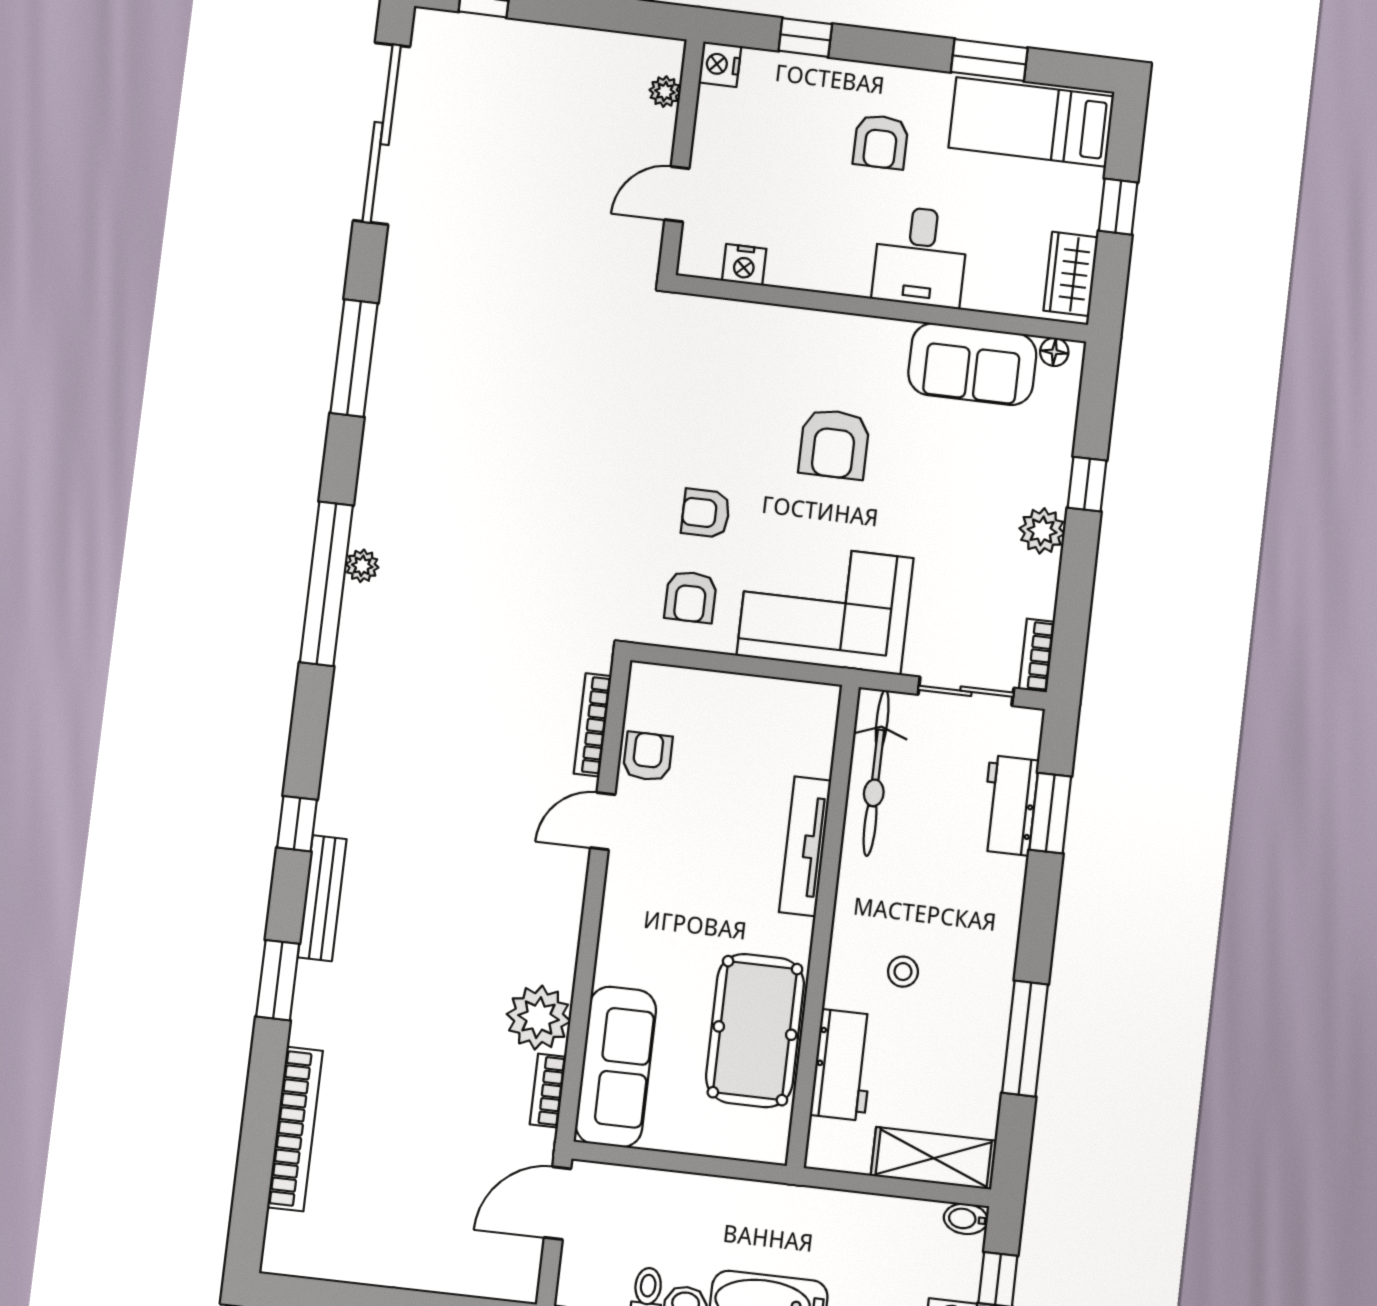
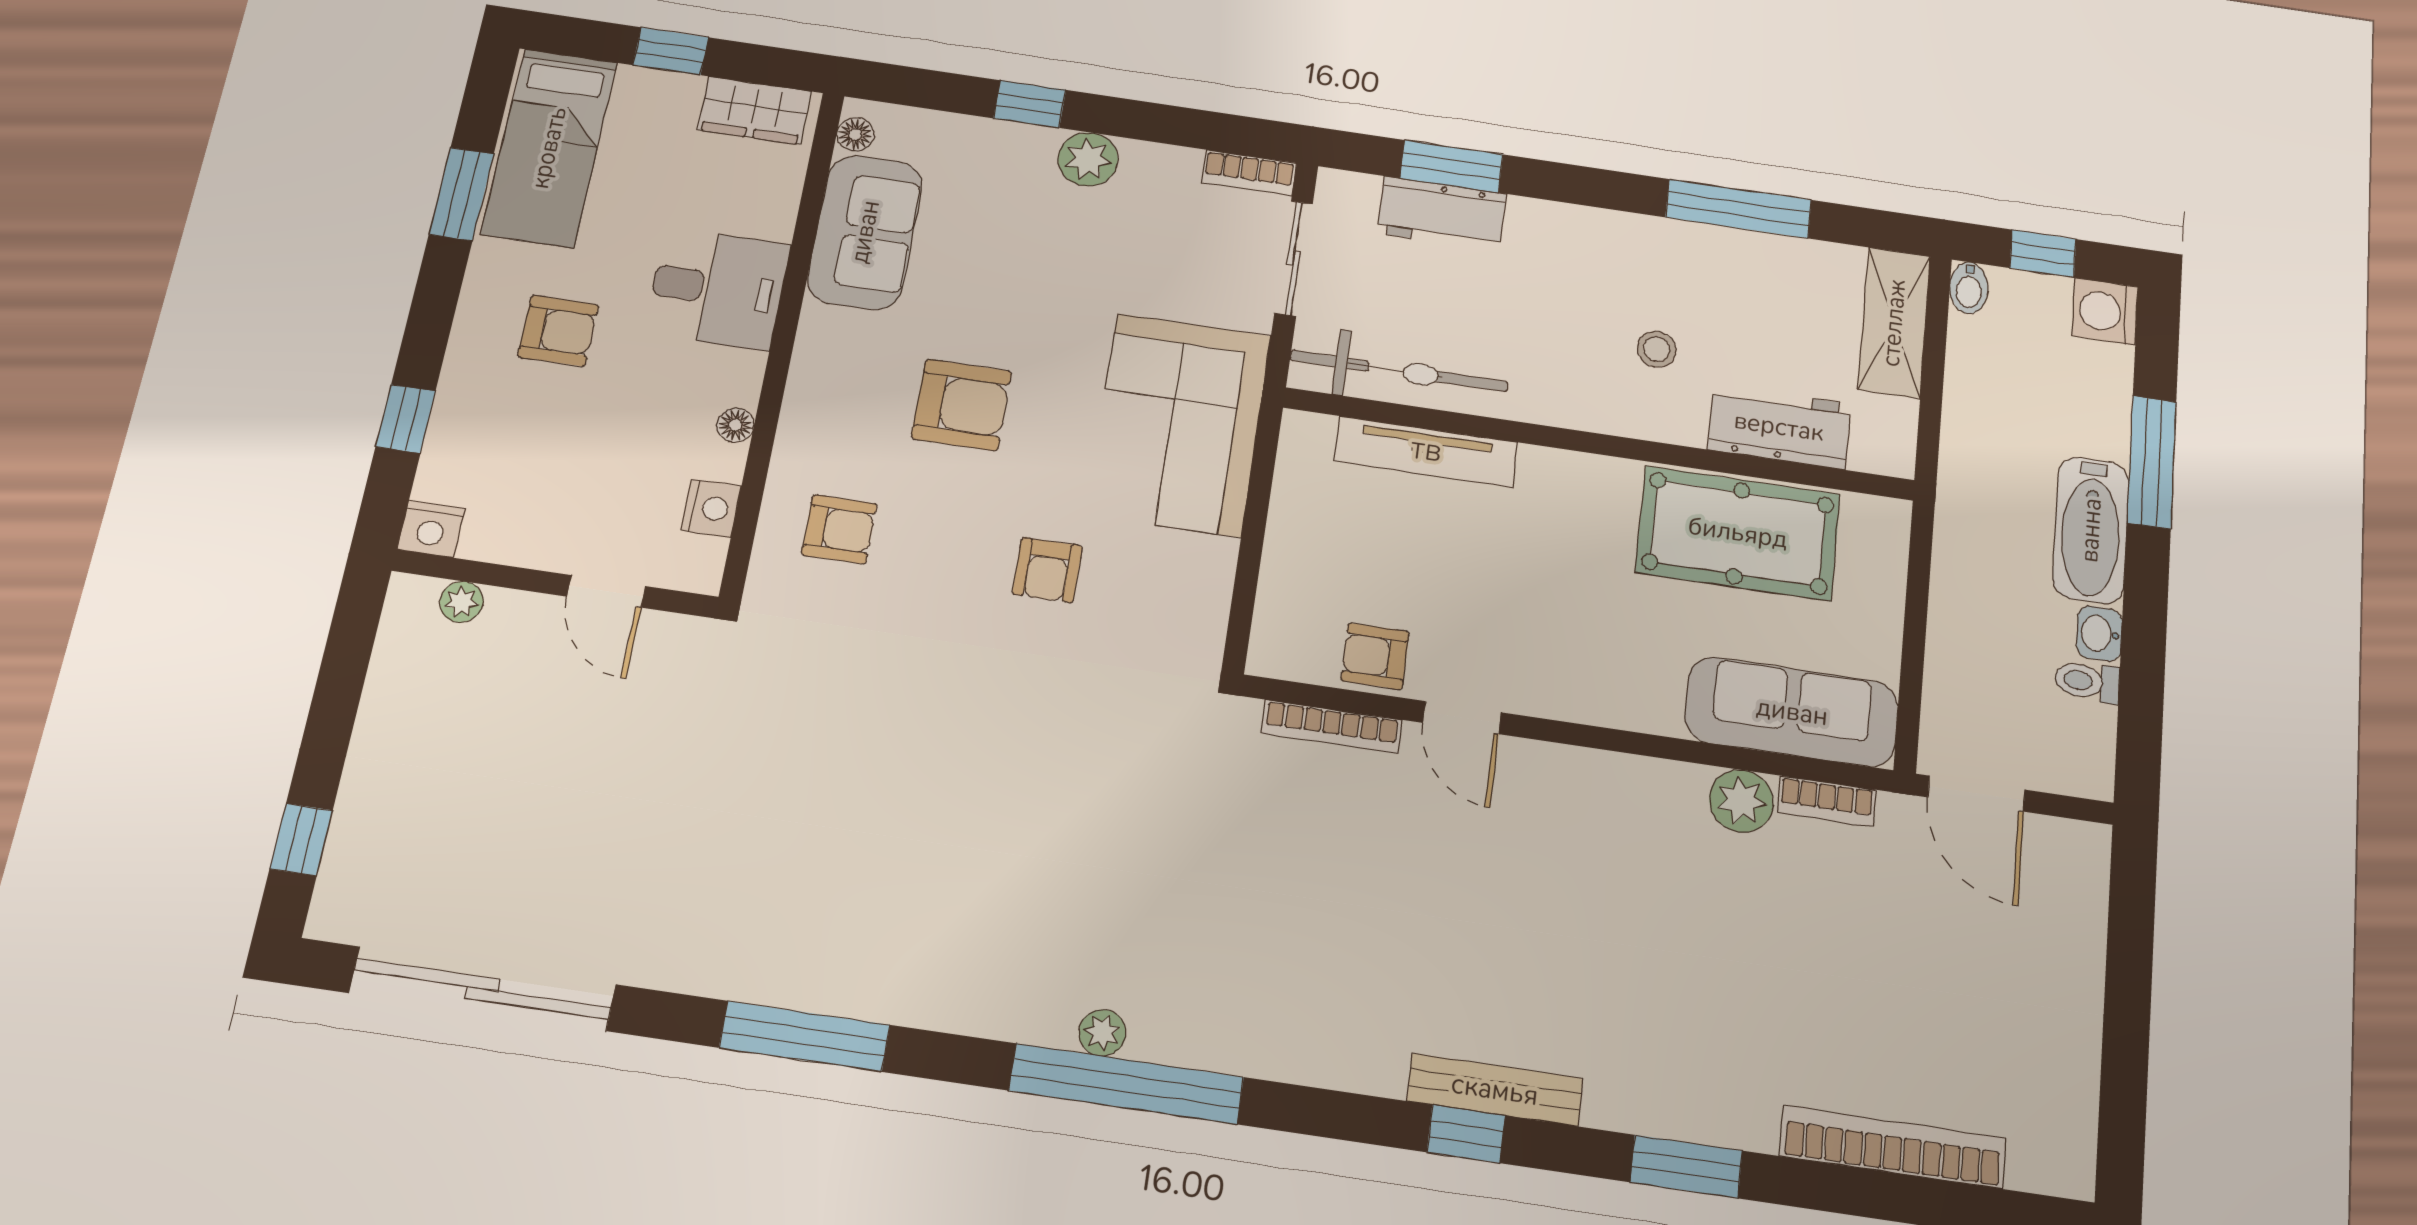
floor lamp: (811, 278) -> (735, 425), added
armchair: (691, 597) -> (839, 529), moved
tv unit: (805, 846) -> (1426, 452), moved
bench: (322, 898) -> (1495, 1090), moved
plant: (539, 1018) -> (1741, 801), width x0.73, depth x0.73

